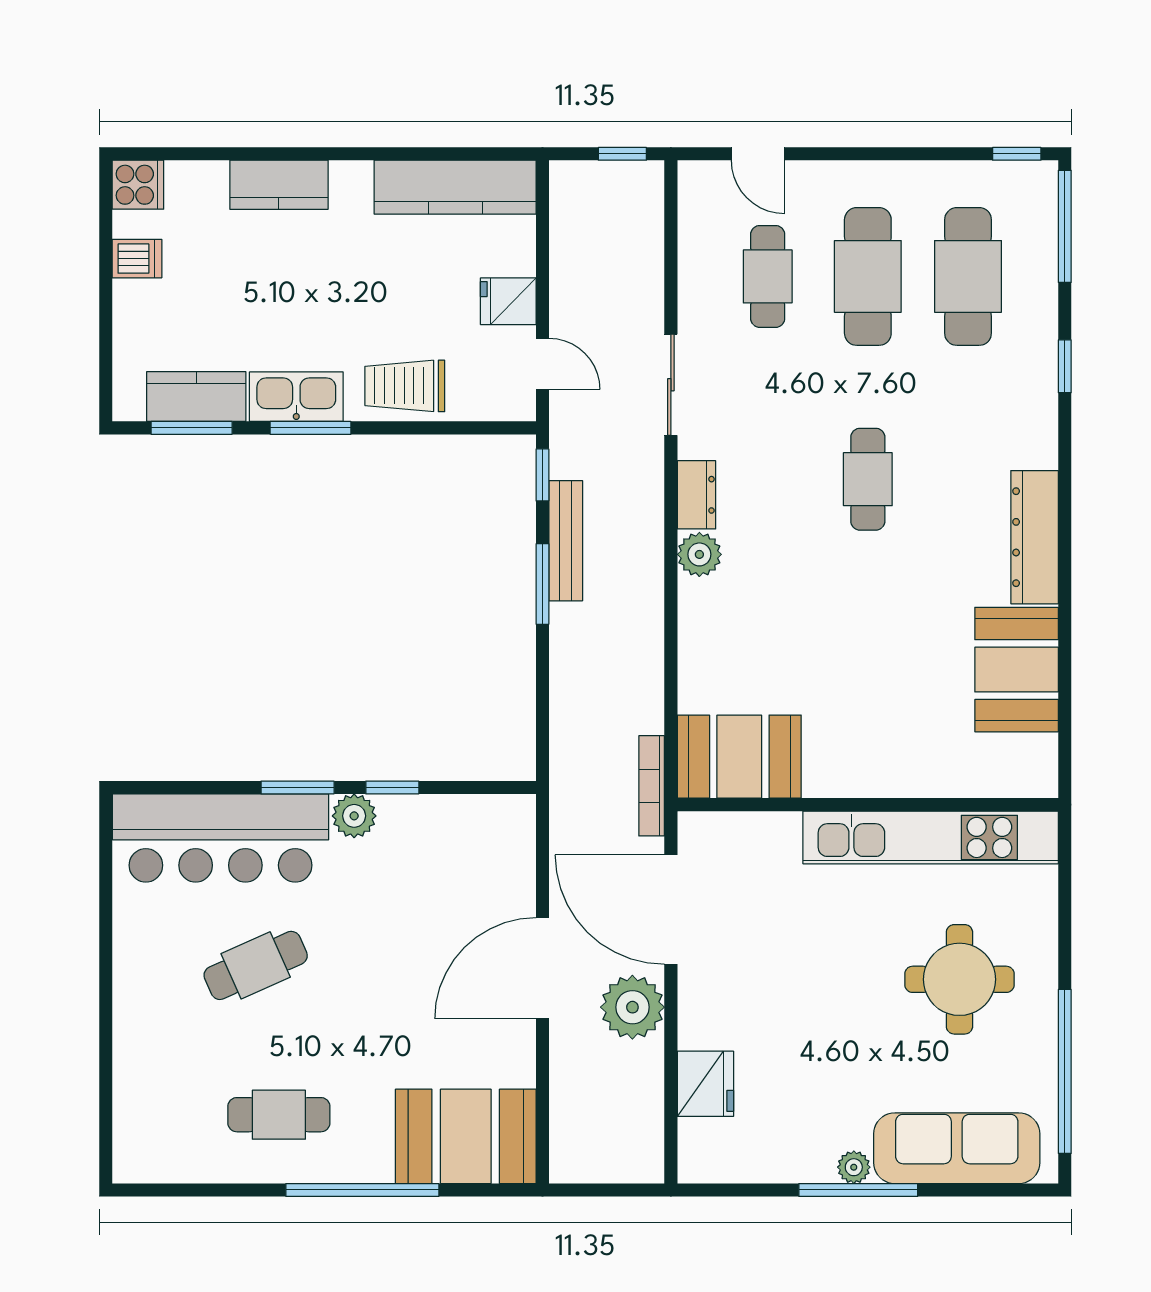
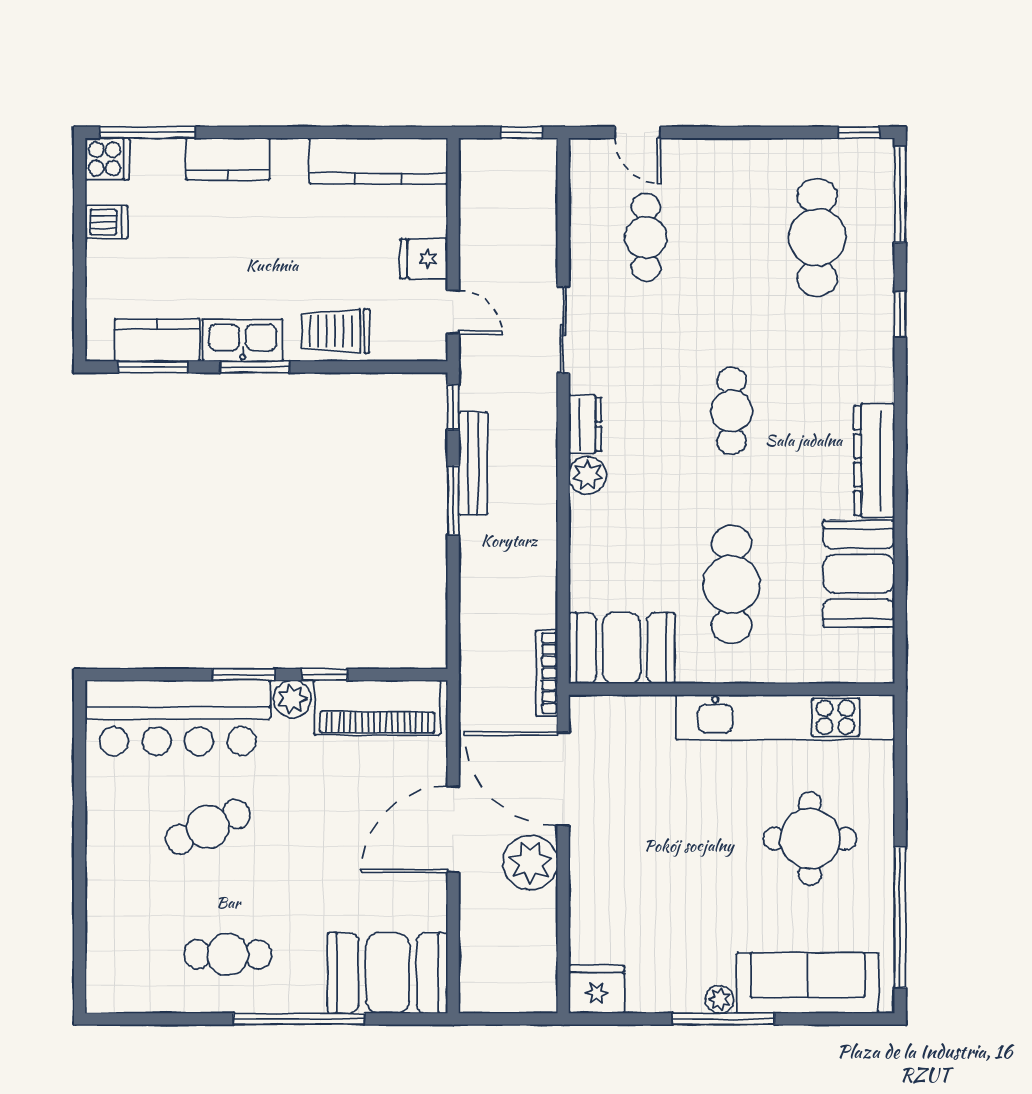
window: (185, 154) -> (148, 132), added
cafe table: (868, 276) -> (732, 584), moved
piano: (453, 826) -> (377, 708), added
fridge: (705, 1084) -> (597, 989), moved, turned -90

